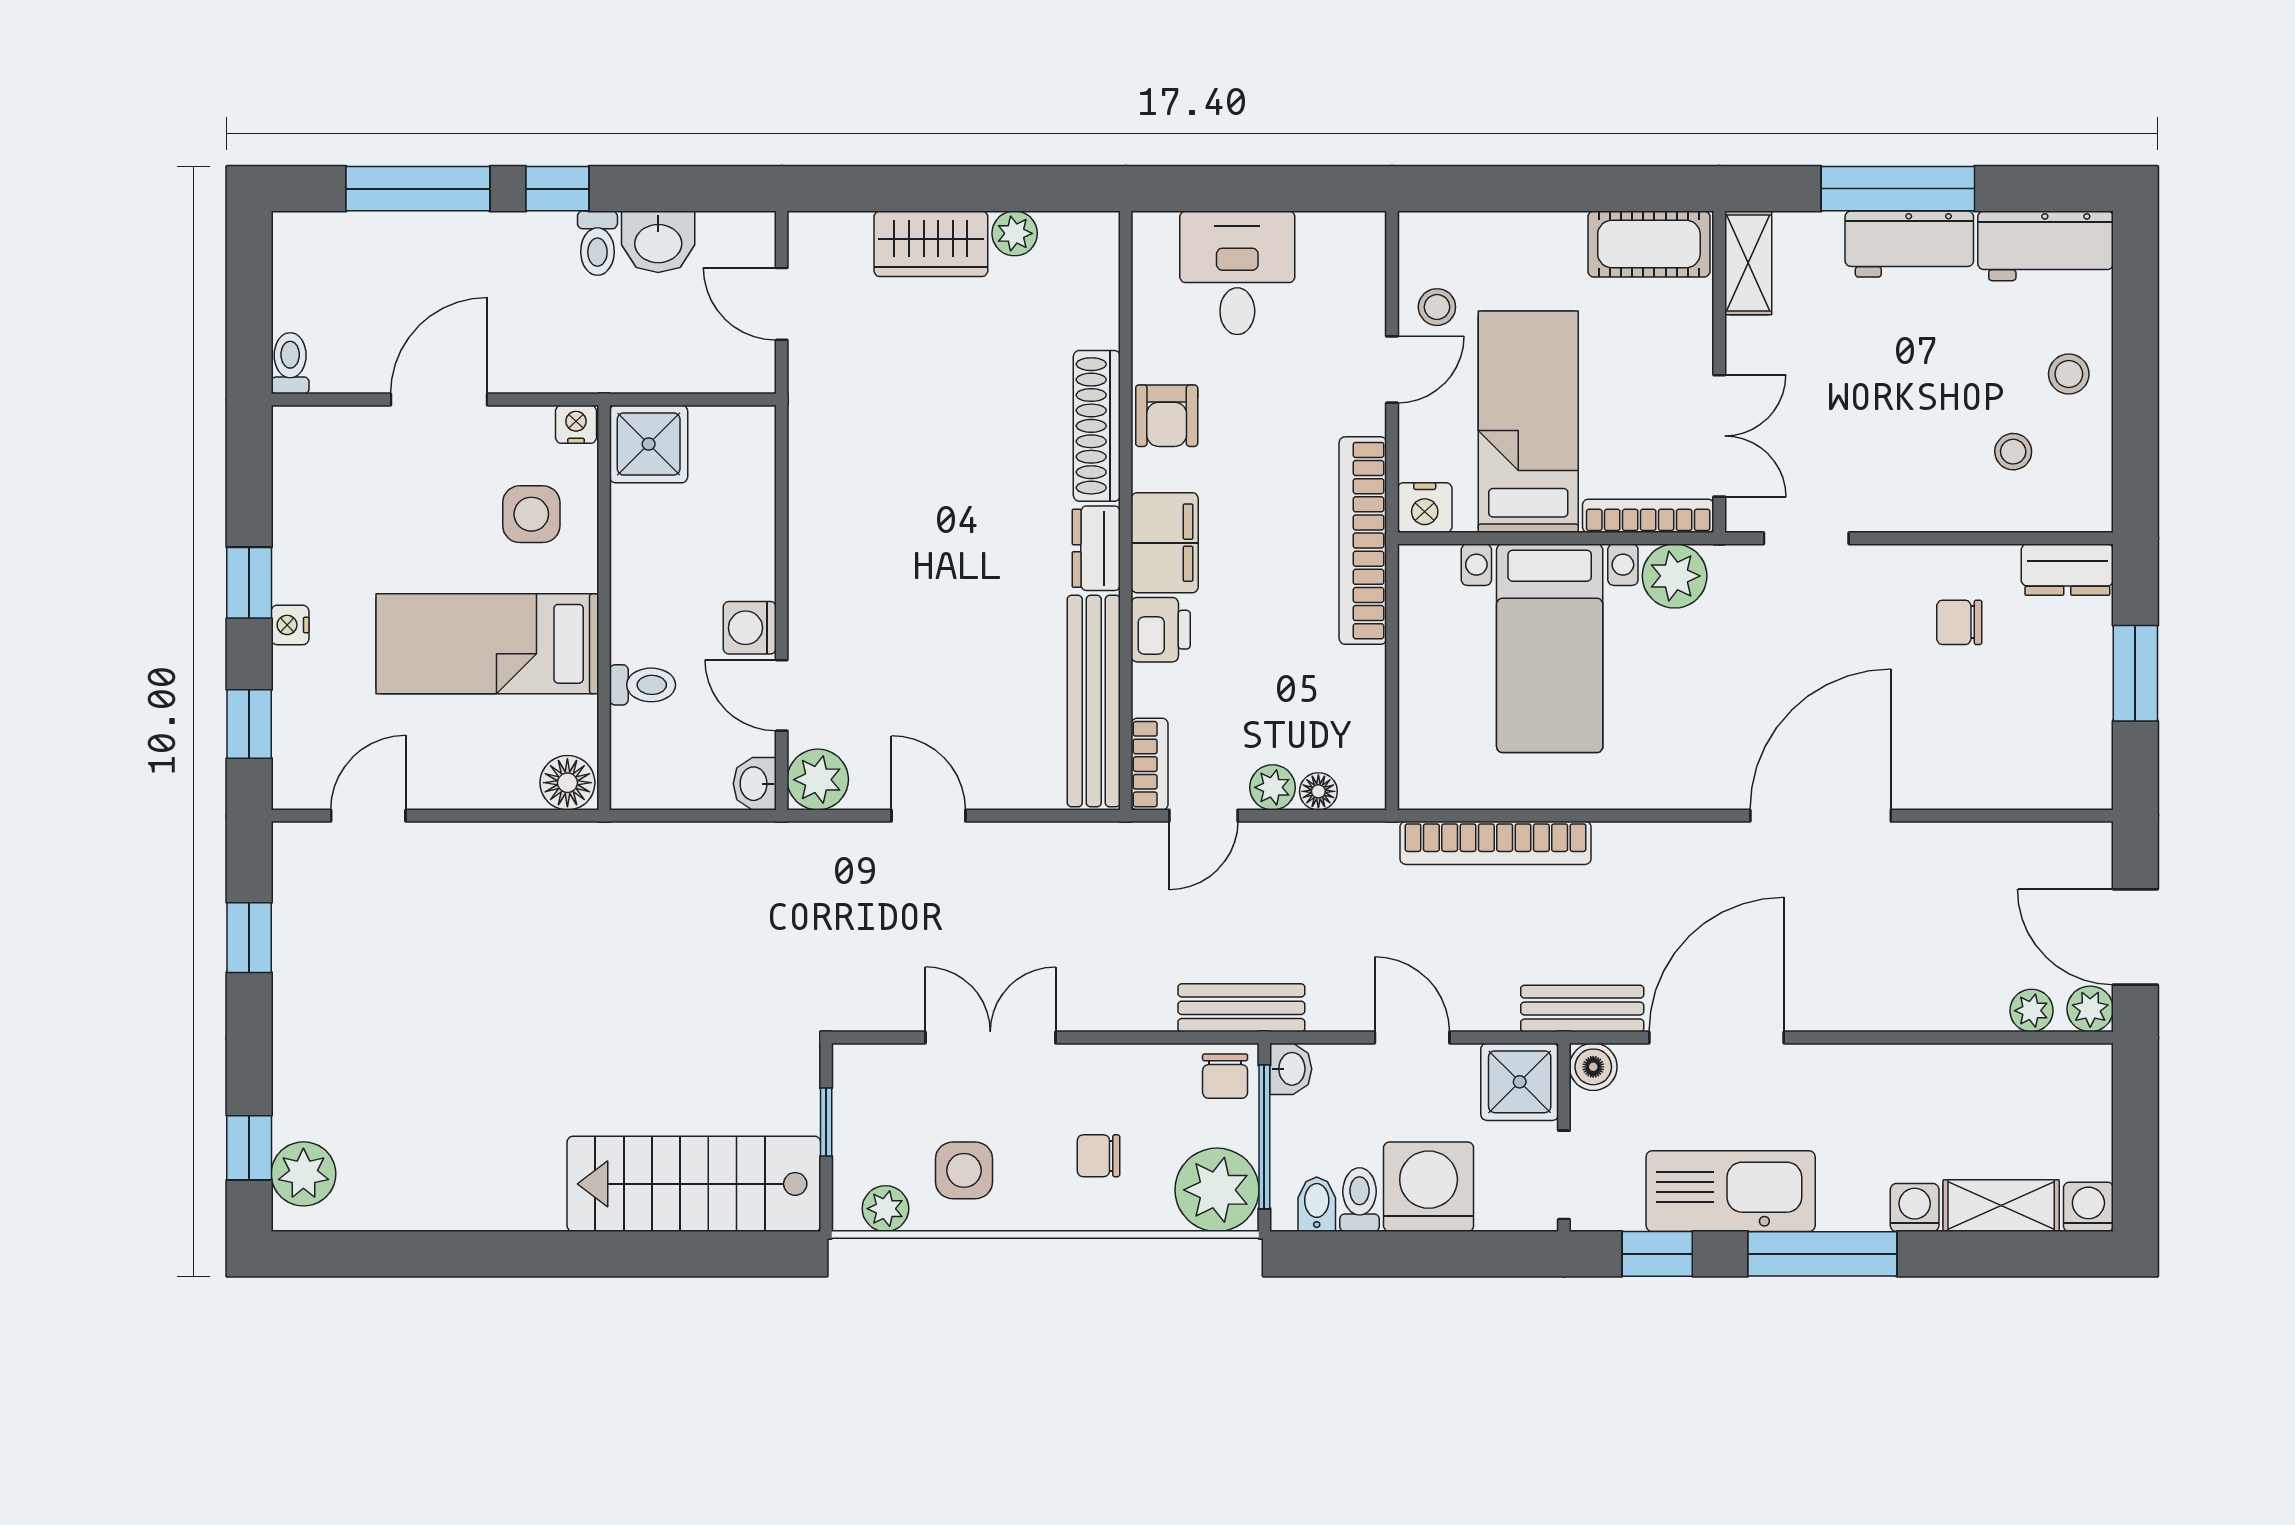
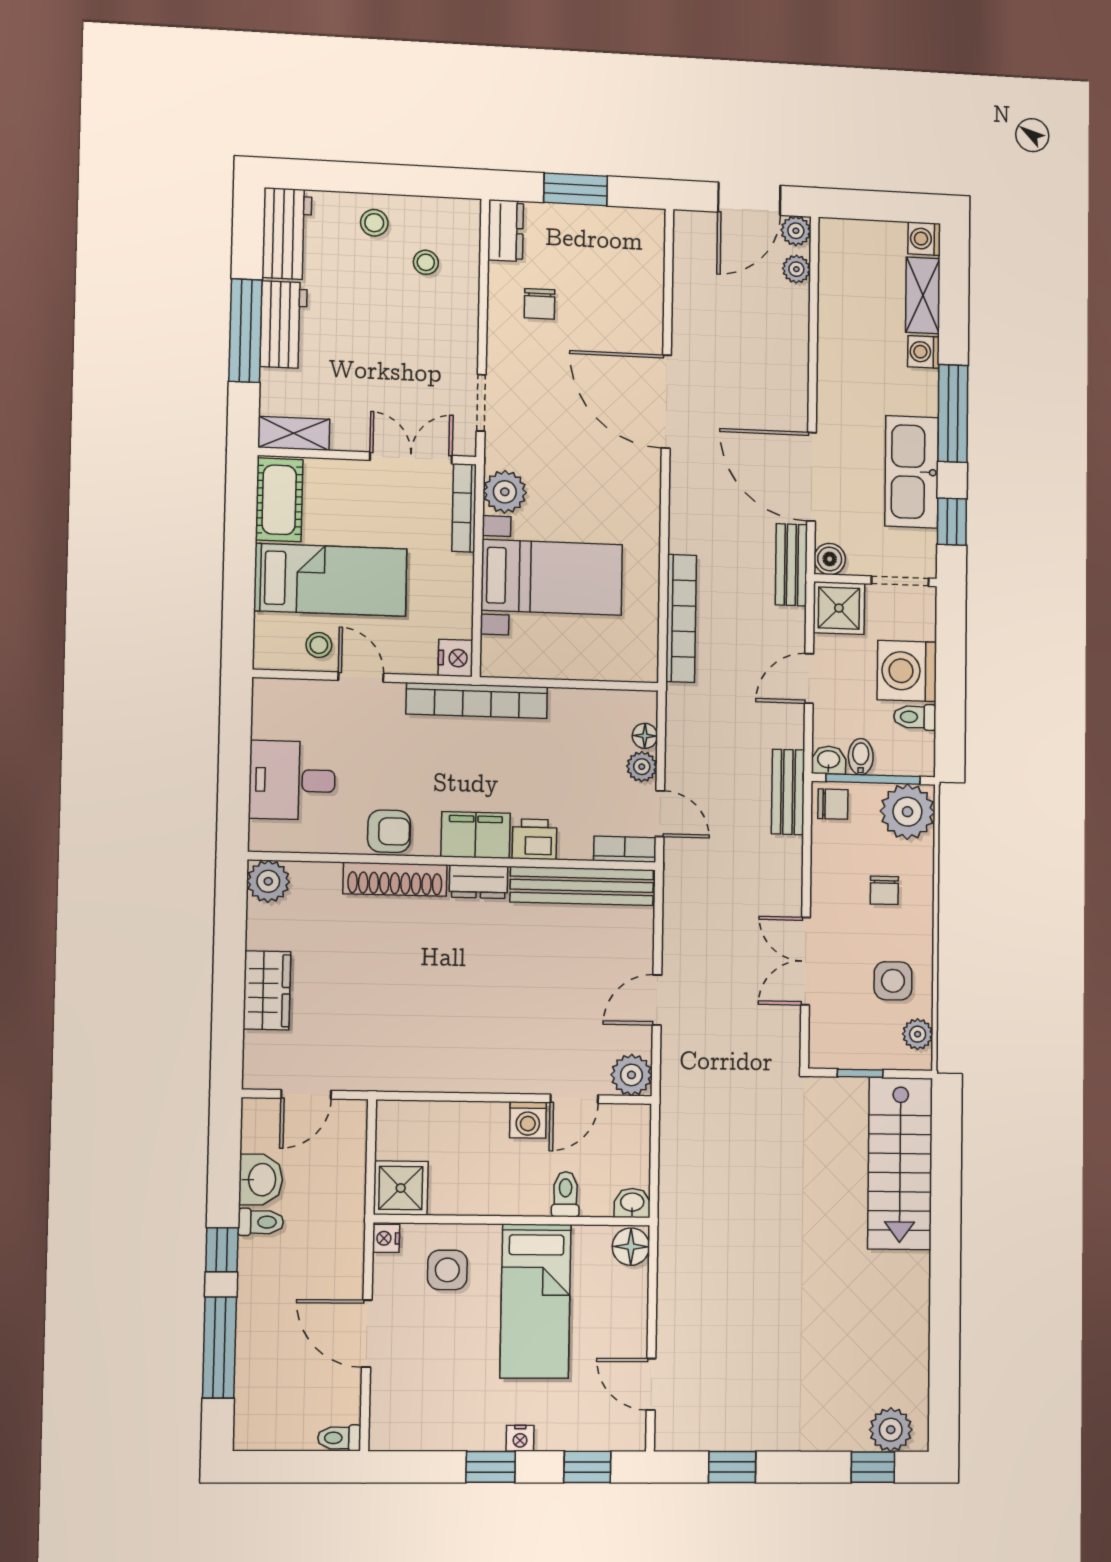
plant: (1015, 233) -> (268, 881), moved, width x1.38, depth x1.38
bed: (1528, 422) -> (330, 580), moved, turned 180
washbasin: (755, 784) -> (632, 1203), moved, turned 180
bidet: (1317, 1204) -> (861, 757), moved, turned 90

